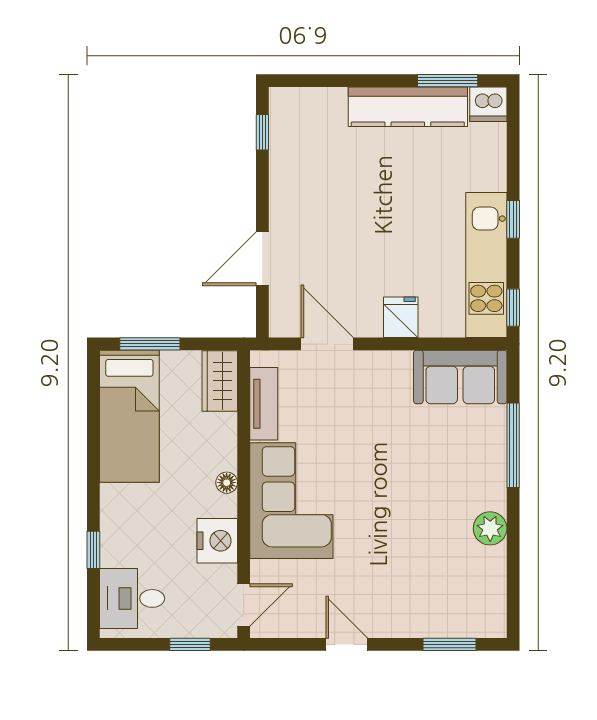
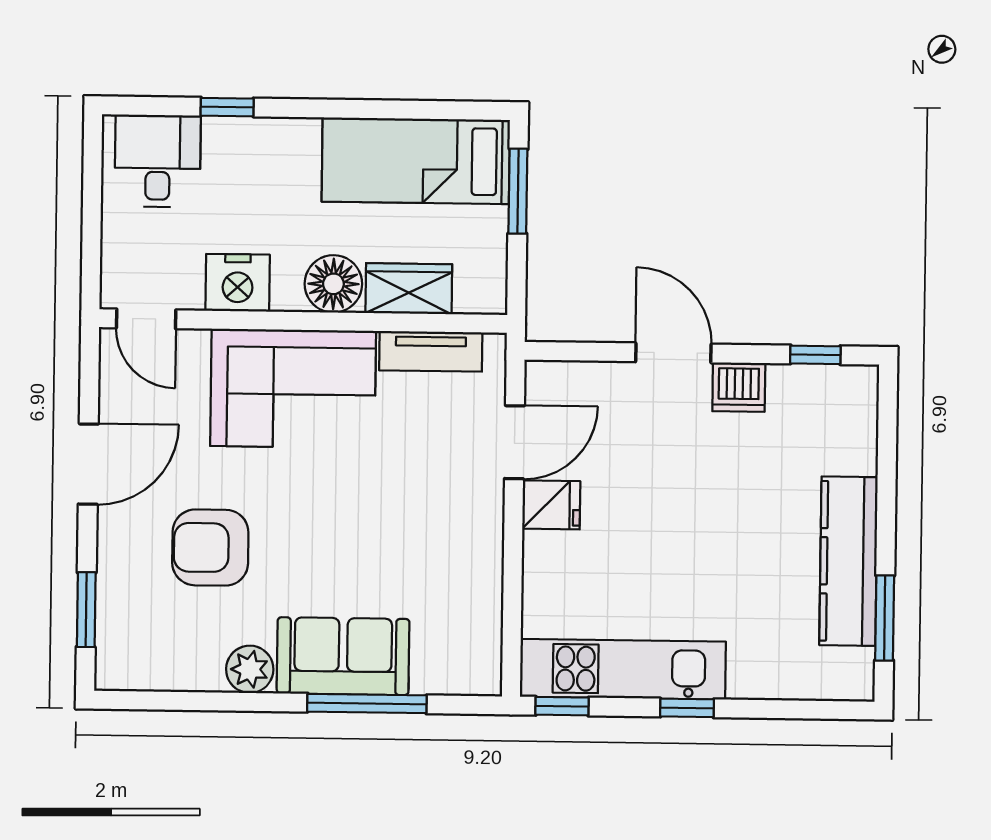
dishwasher: (488, 104) -> (739, 387), moved, turned -90
door: (262, 259) -> (673, 353), moved
fridge: (401, 317) -> (551, 505), moved
sofa: (460, 377) -> (343, 656), moved, turned 90
wardrobe: (220, 381) -> (409, 289), moved
floor lamp: (227, 483) -> (333, 284), width x1.89, depth x1.89
armchair: (404, 557) -> (210, 548), added
window: (190, 644) -> (91, 242), removed
door: (347, 644) -> (88, 464), width x1.38

